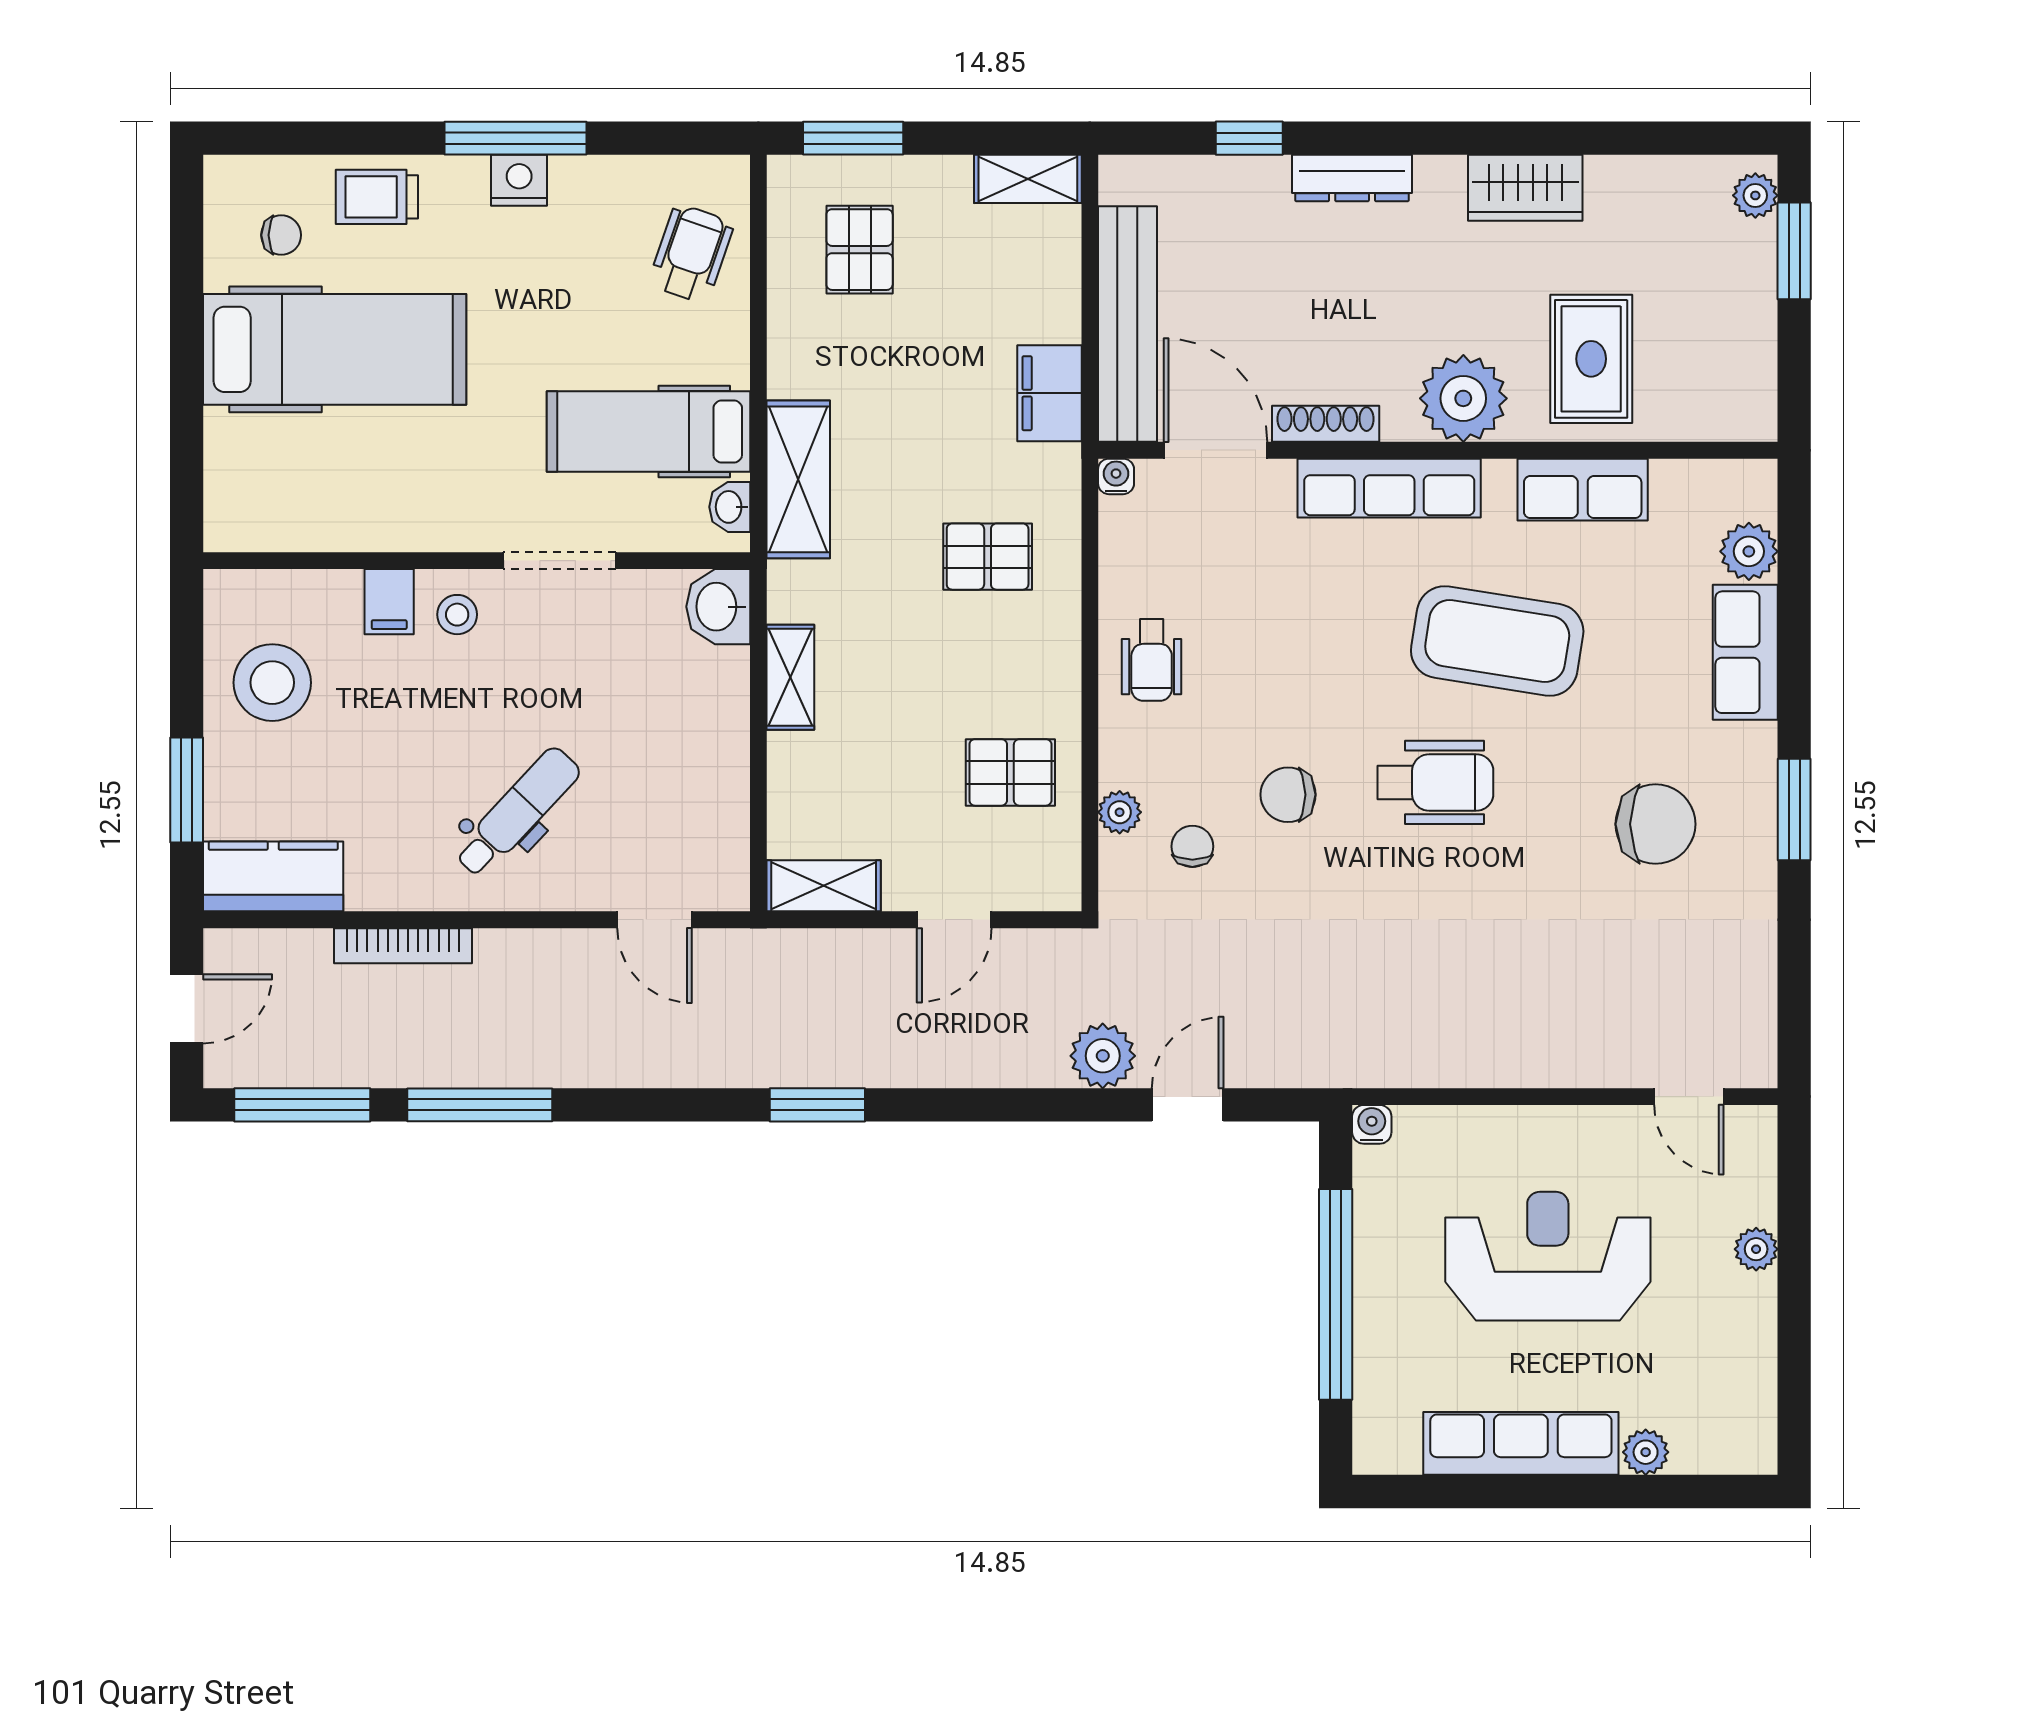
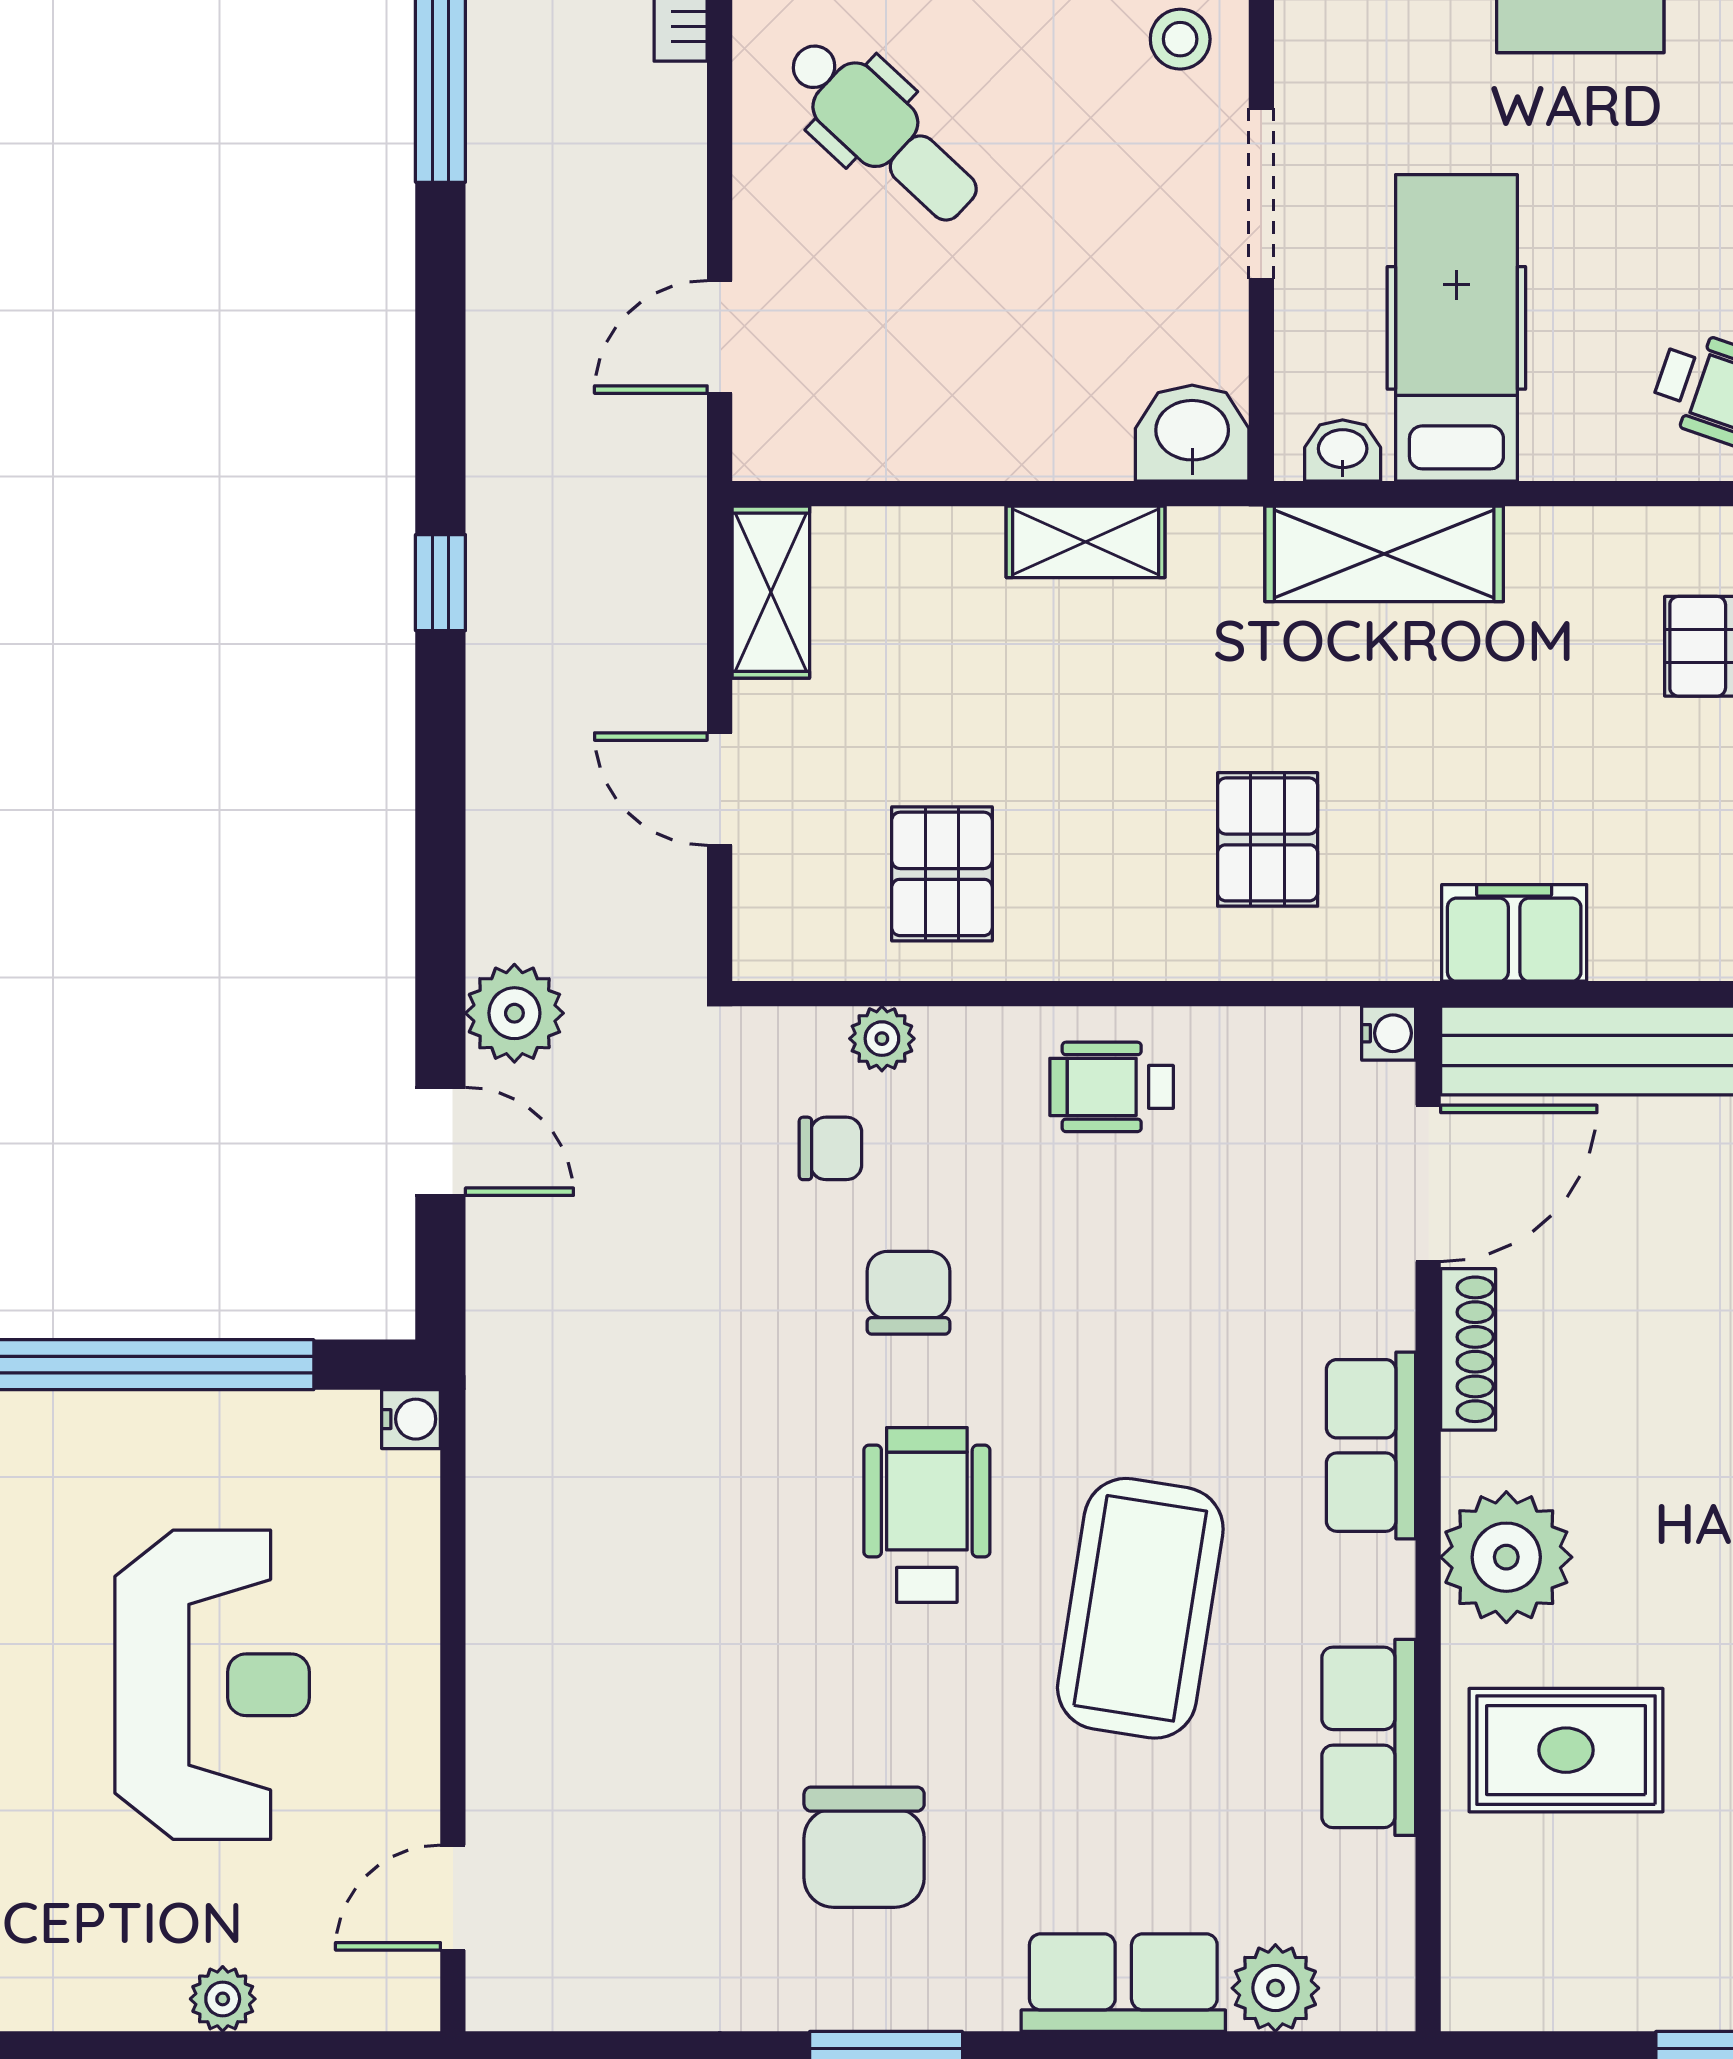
row of seats: (1389, 488) -> (1371, 1445), width x0.68
wheelchair: (1435, 782) -> (927, 1515), turned 180
window: (817, 1105) -> (440, 583), width x0.67

